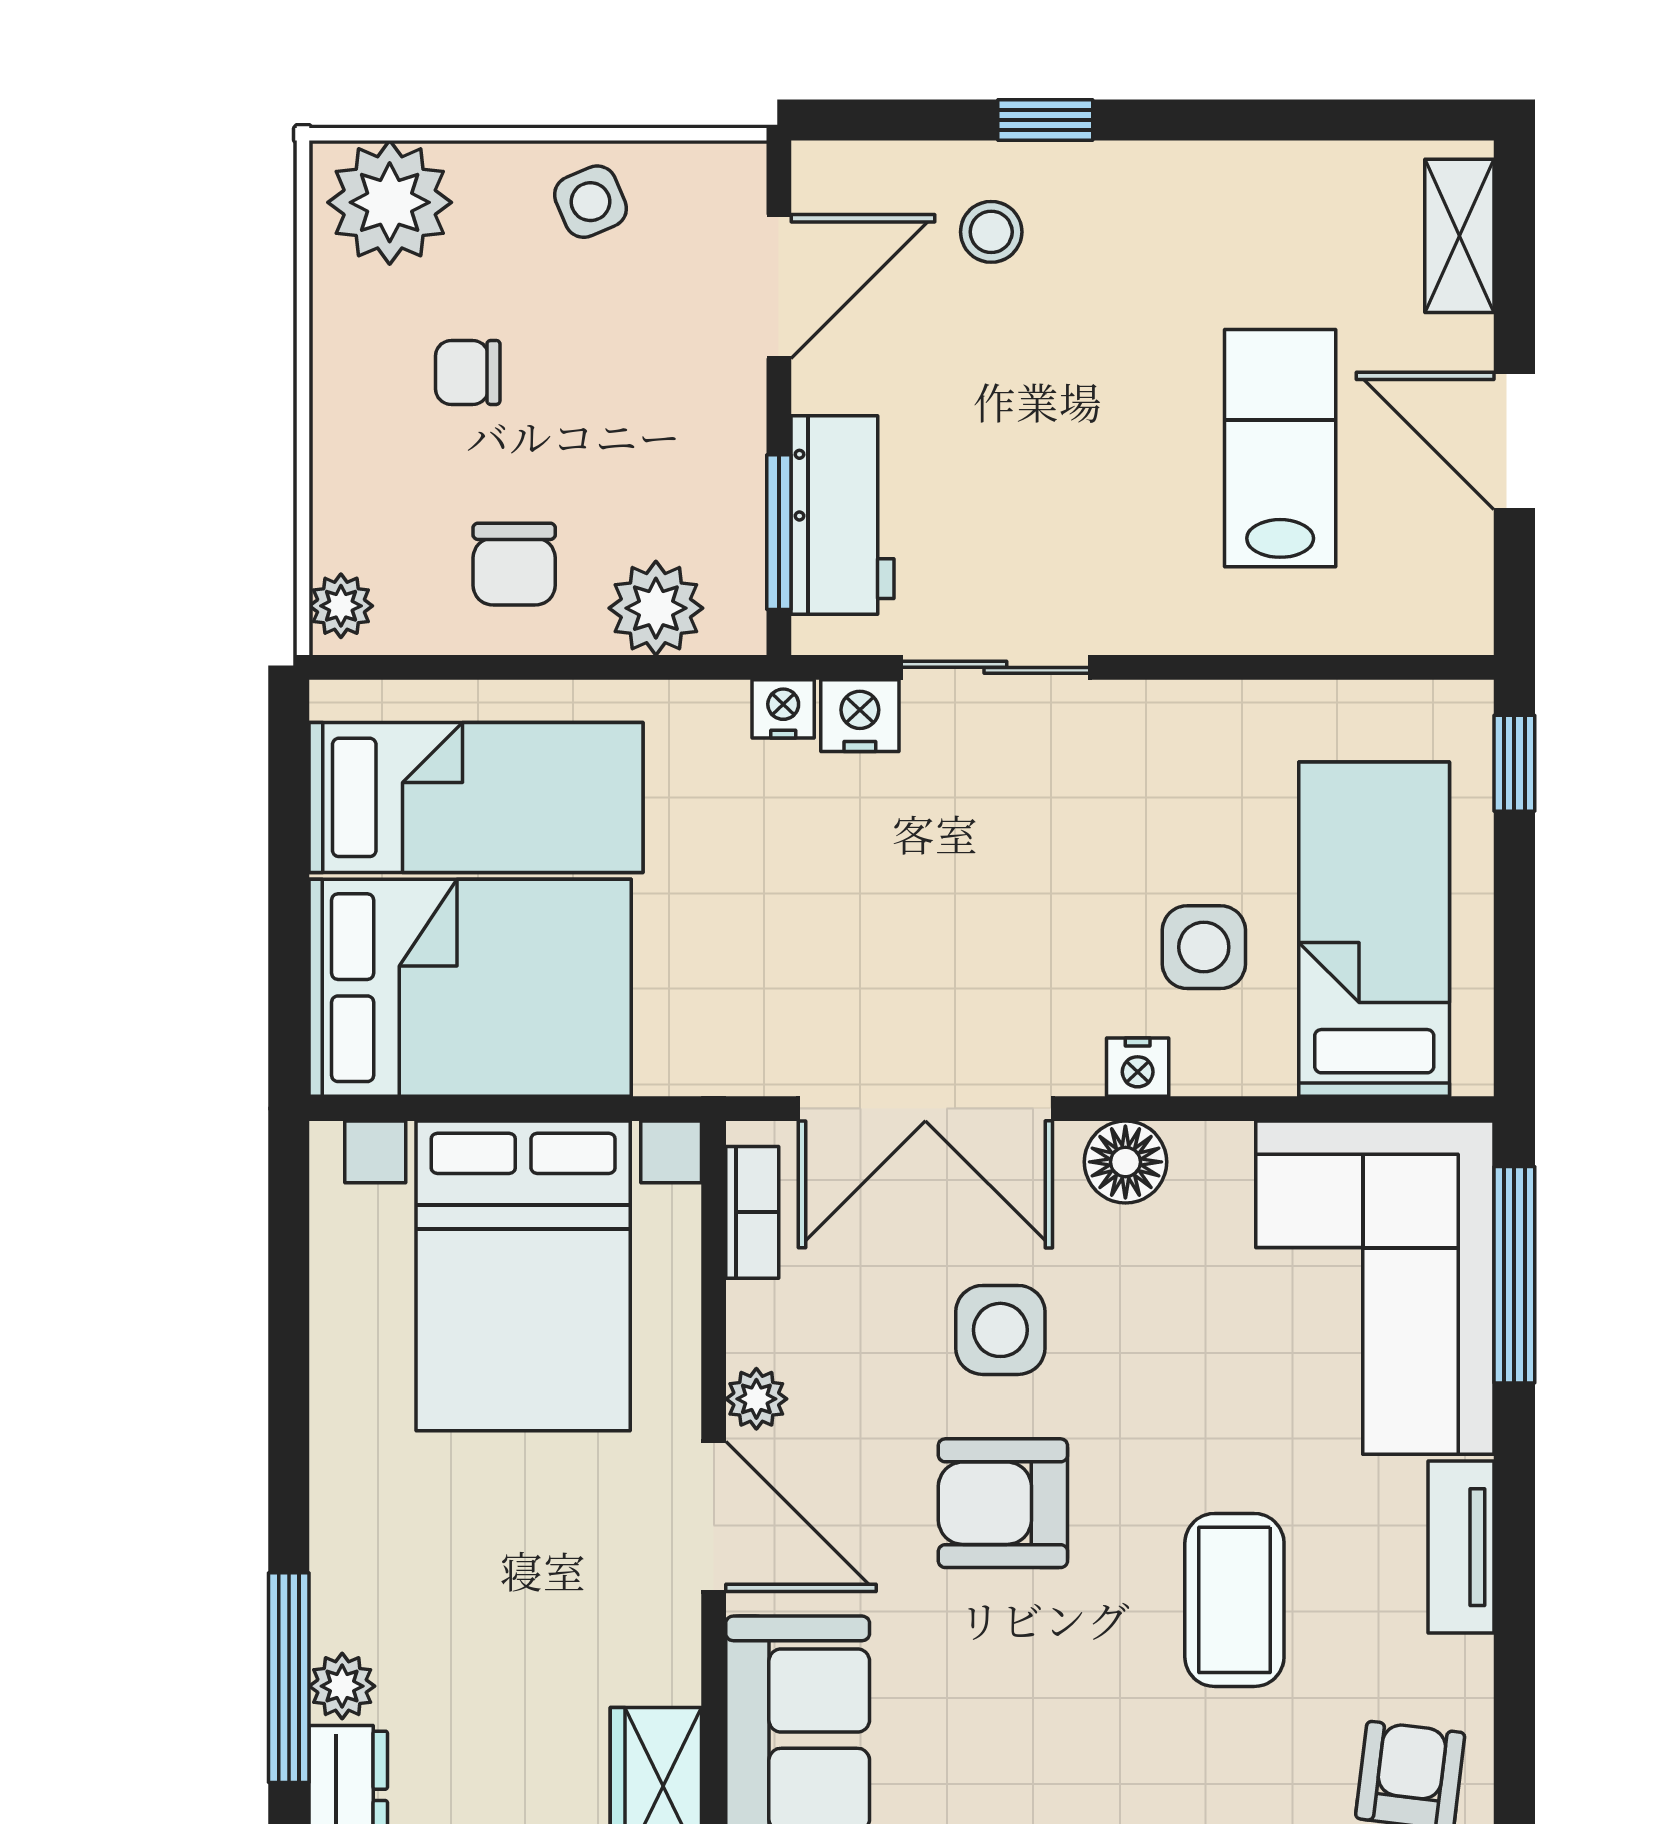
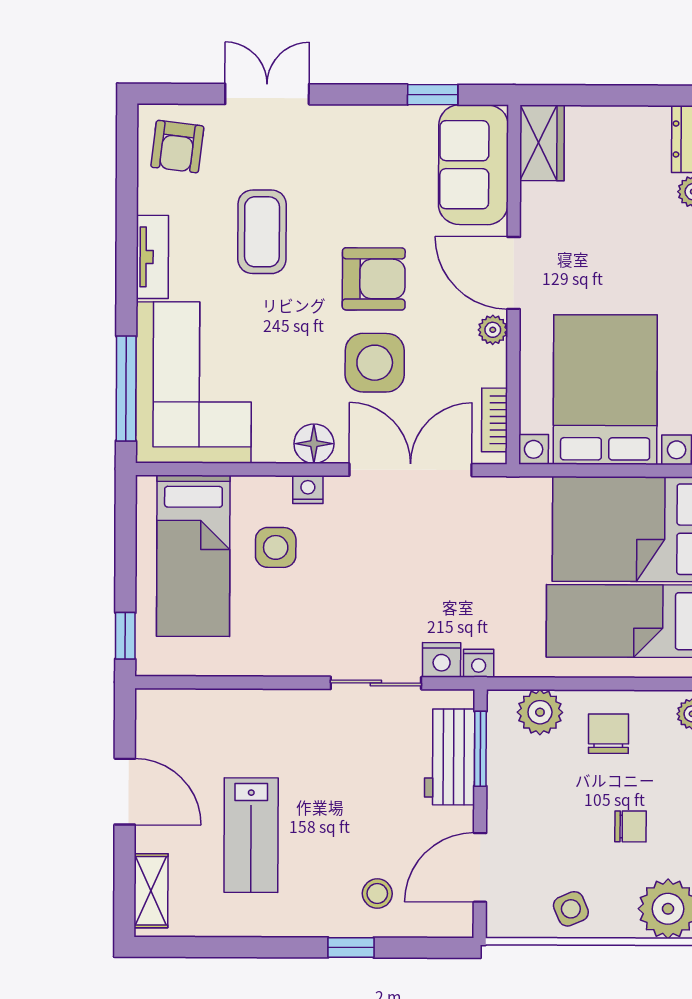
lab bench: (1280, 448) -> (251, 835), moved
side table: (1000, 1330) -> (375, 363), width x1.37, depth x1.37

